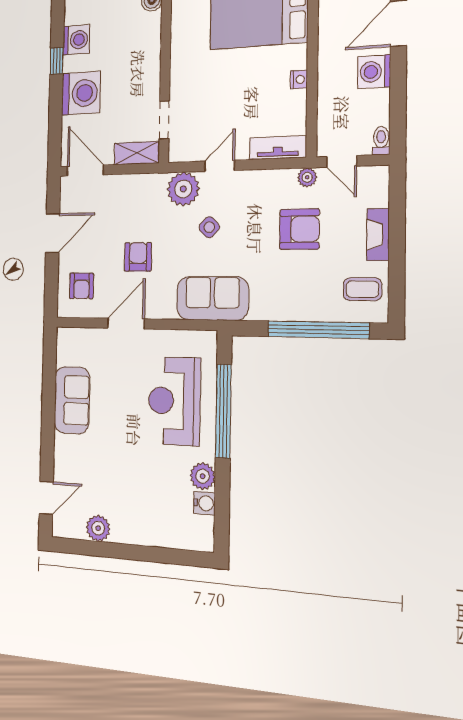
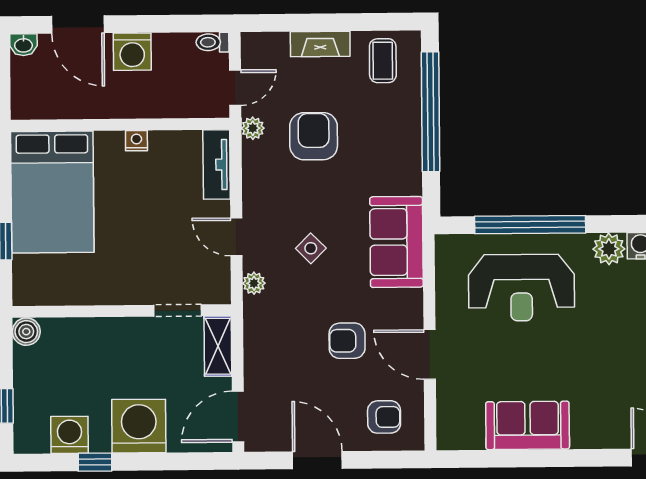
plant: (183, 189) -> (254, 283), width x0.53, depth x0.53

